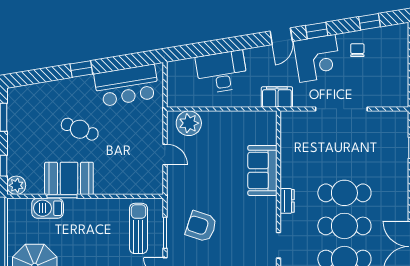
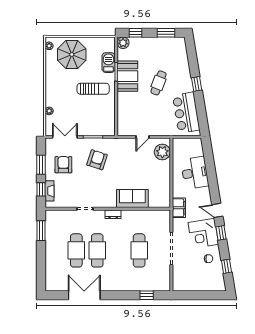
cafe table: (344, 193) -> (139, 250), moved
sun lounger: (138, 228) -> (93, 89), moved

